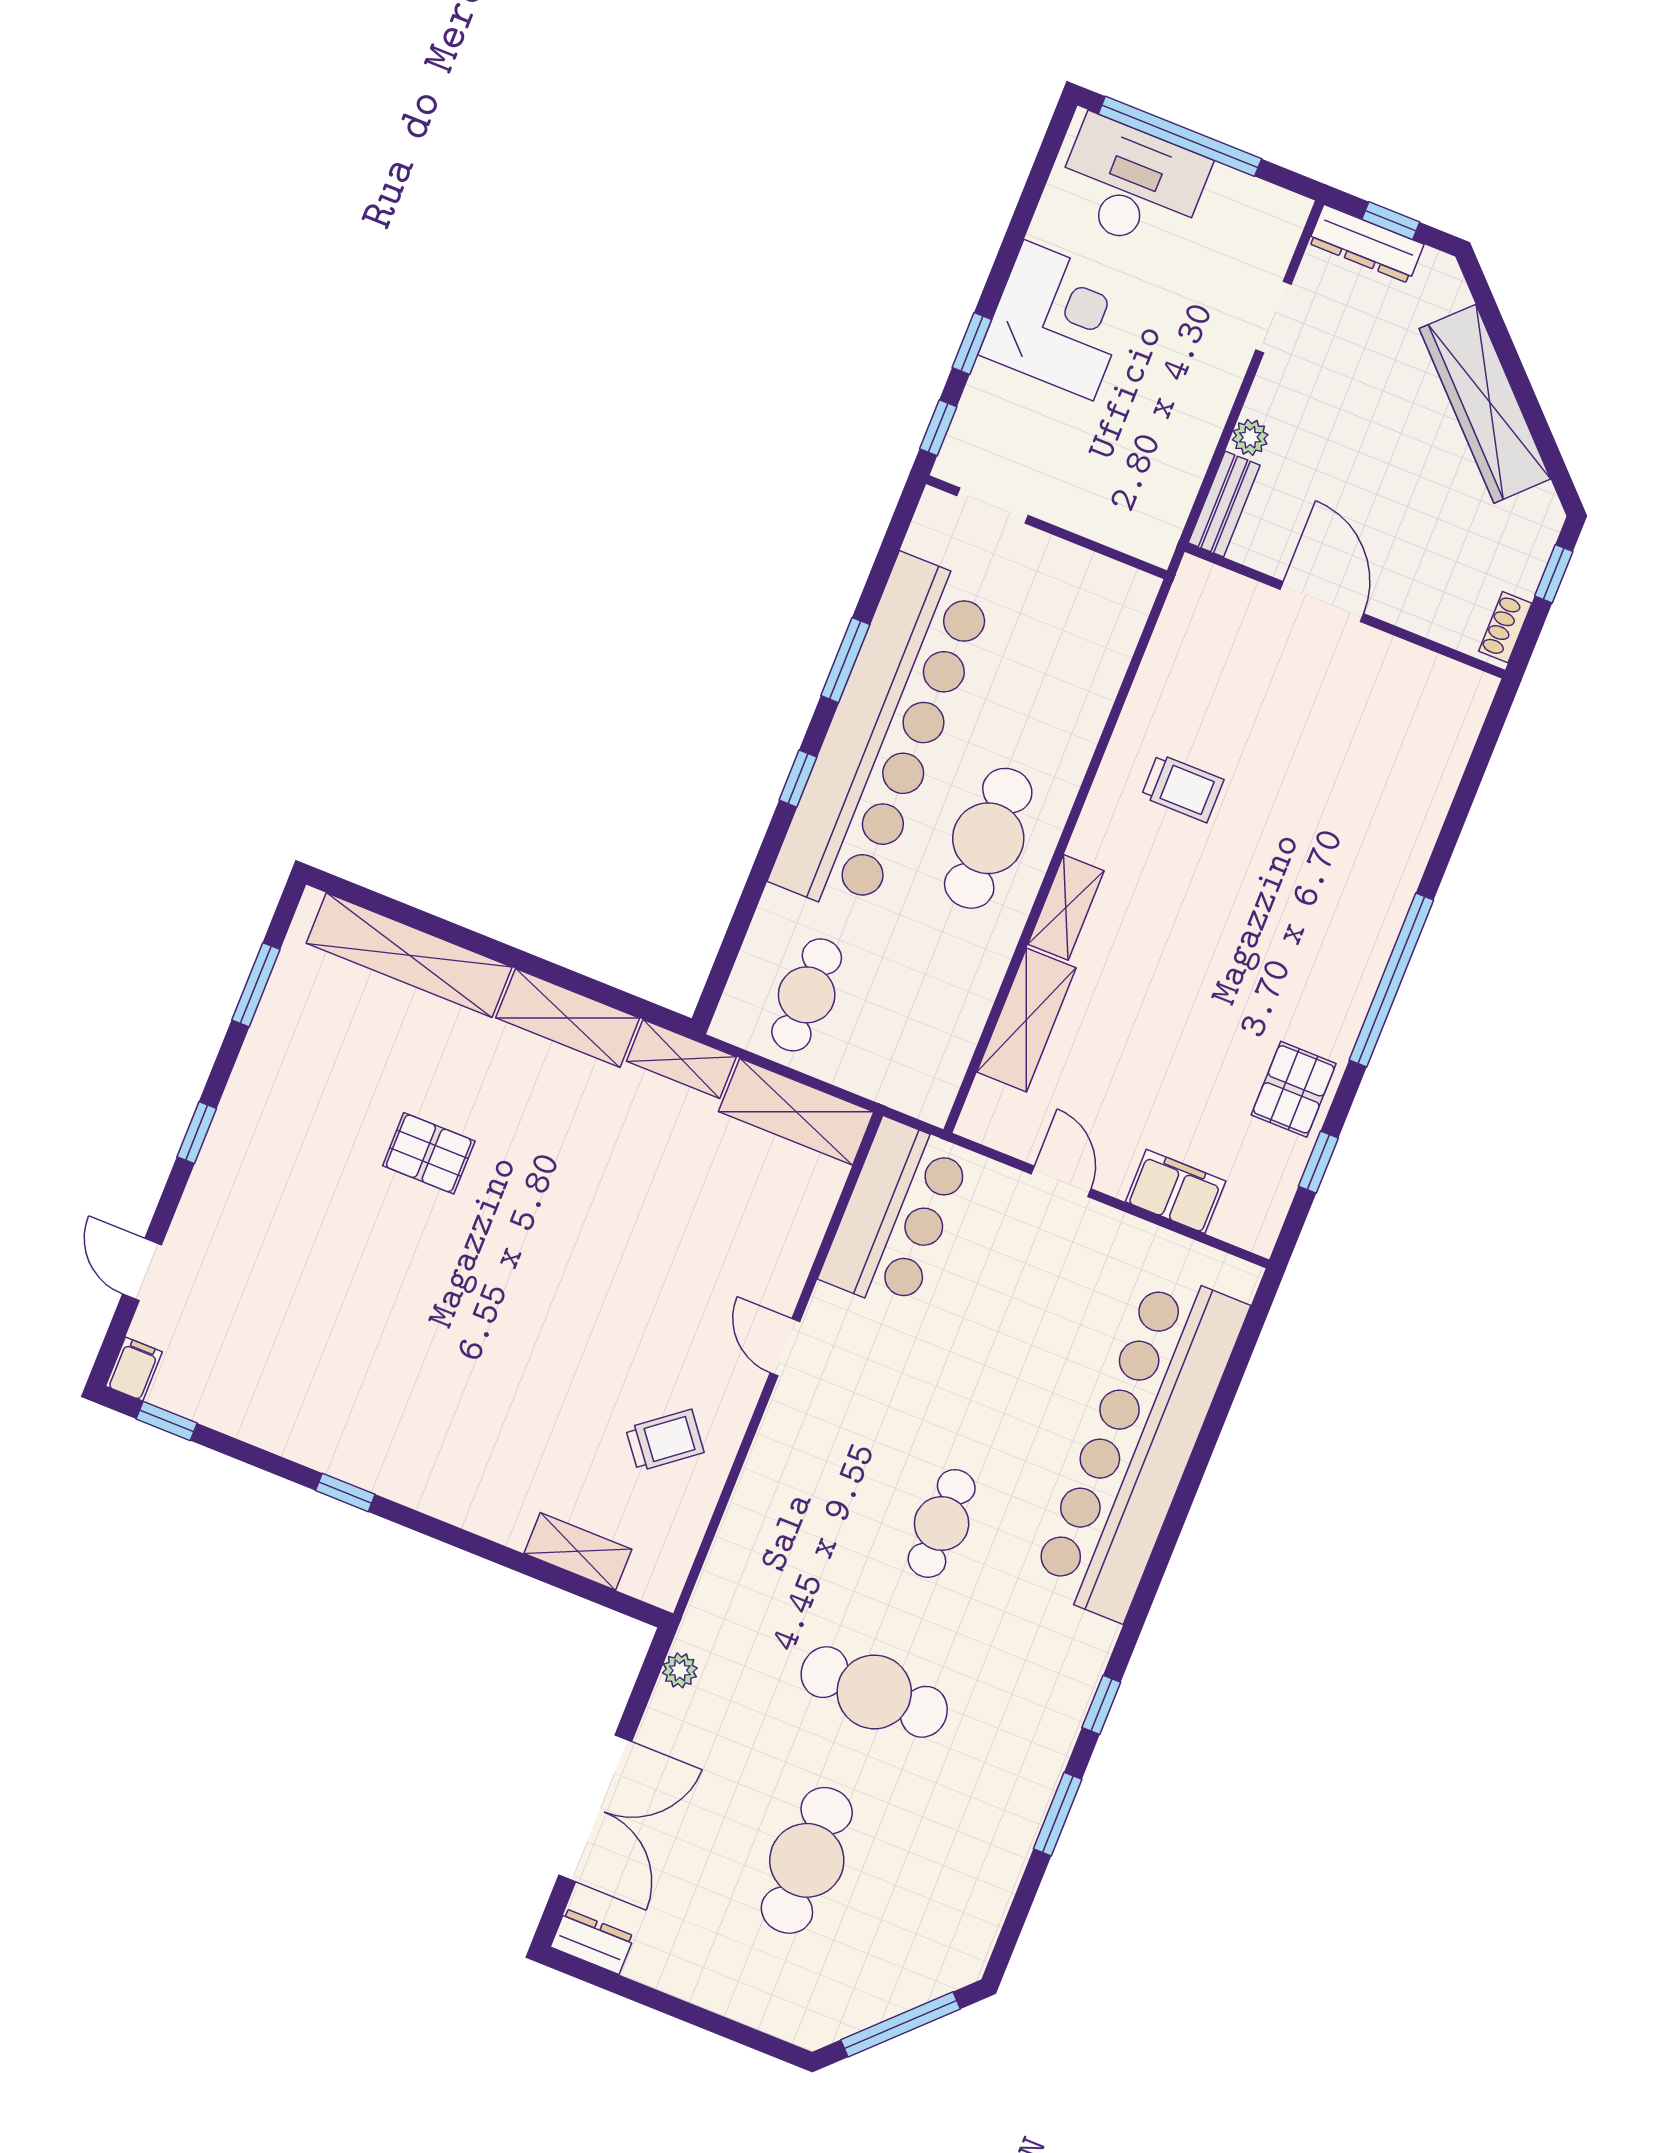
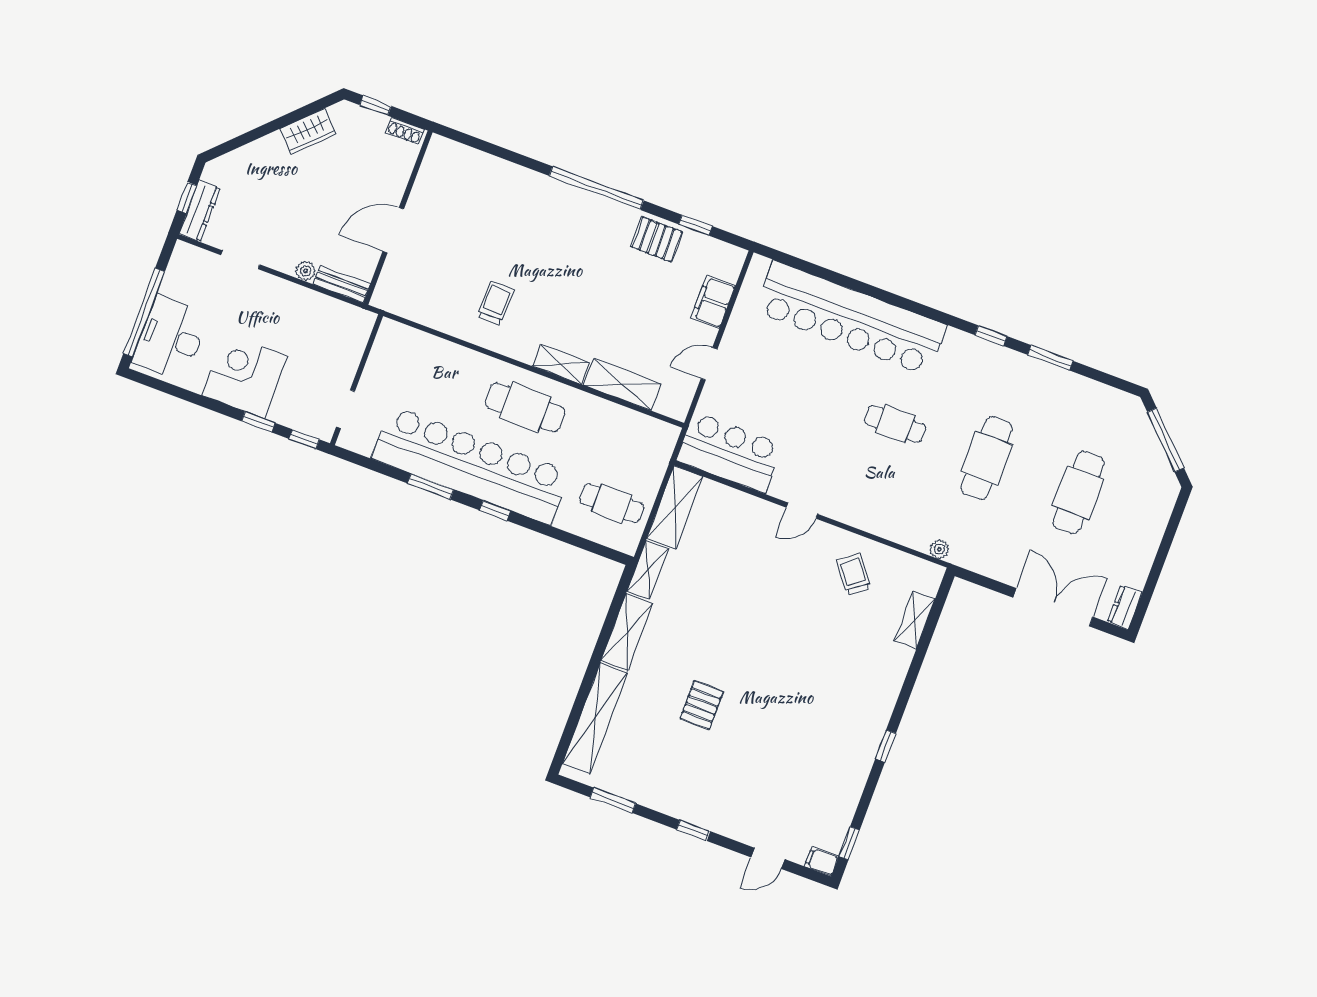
wardrobe: (1485, 404) -> (308, 131), width x0.48, depth x0.85
plant: (680, 1670) -> (939, 549), moved
cafe table: (807, 1860) -> (1078, 493), turned 90

